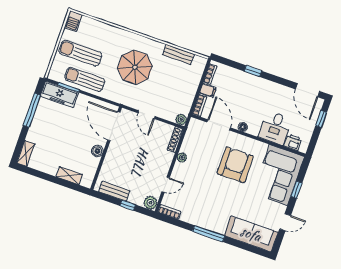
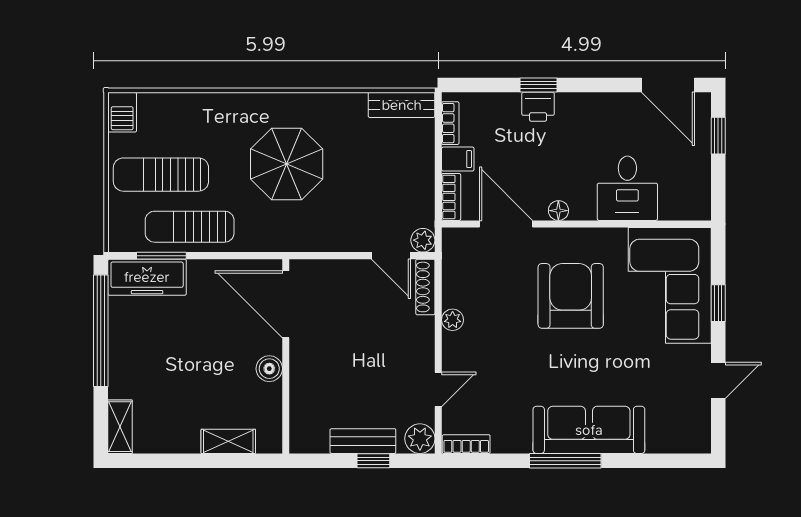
bench: (178, 54) -> (402, 105), moved
window: (32, 110) -> (101, 331), width x1.46
door: (146, 115) -> (391, 256), moved
printer: (293, 142) -> (538, 107), moved, turned 180
bench: (114, 191) -> (363, 441), moved
sofa: (251, 234) -> (589, 430), moved

